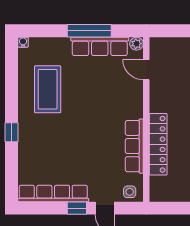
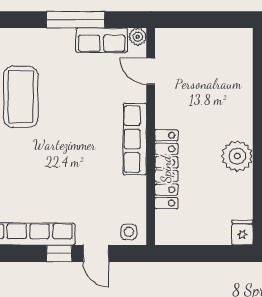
row of seats: (100, 46) -> (102, 40), width x0.68
row of seats: (134, 146) -> (135, 139), moved

